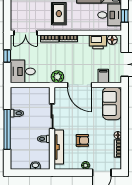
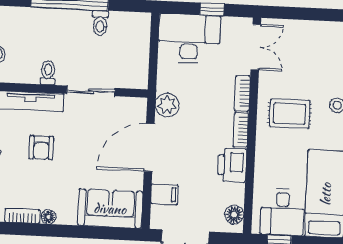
double door: (25, 33) -> (256, 47), swing flipped
printer: (98, 42) -> (232, 165), moved
desk: (23, 71) -> (189, 39), width x1.37

